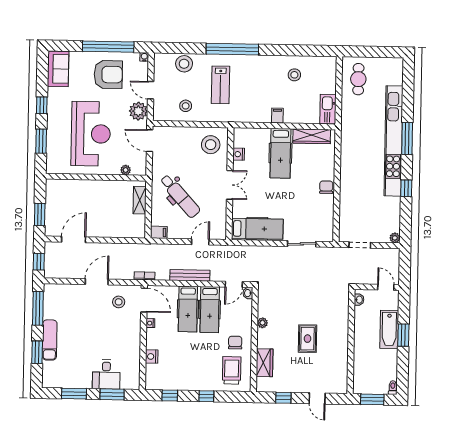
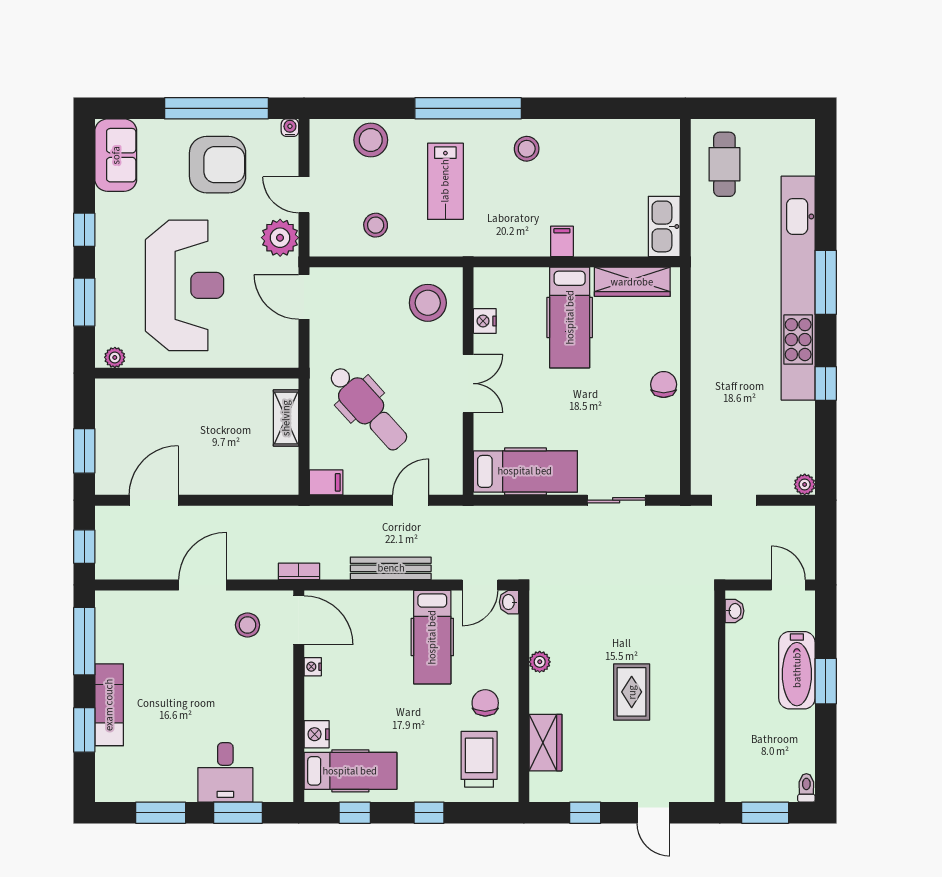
stool: (294, 75) -> (527, 149), moved
plant: (126, 170) -> (115, 357), moved
hospital bed: (188, 309) -> (350, 771), moved, turned -90

